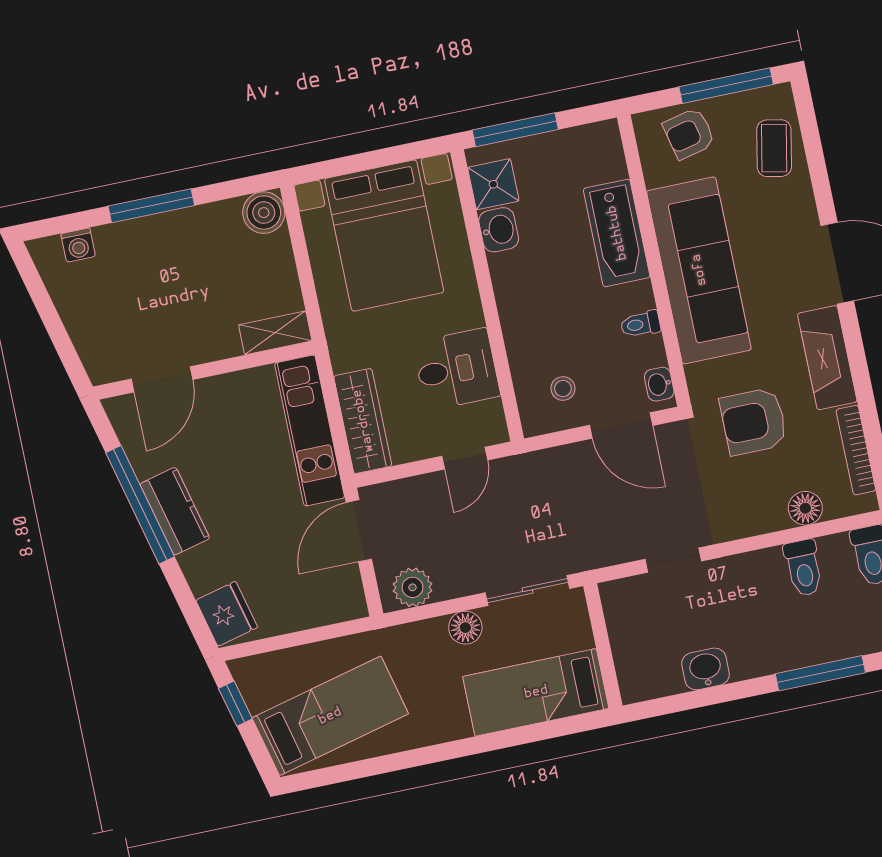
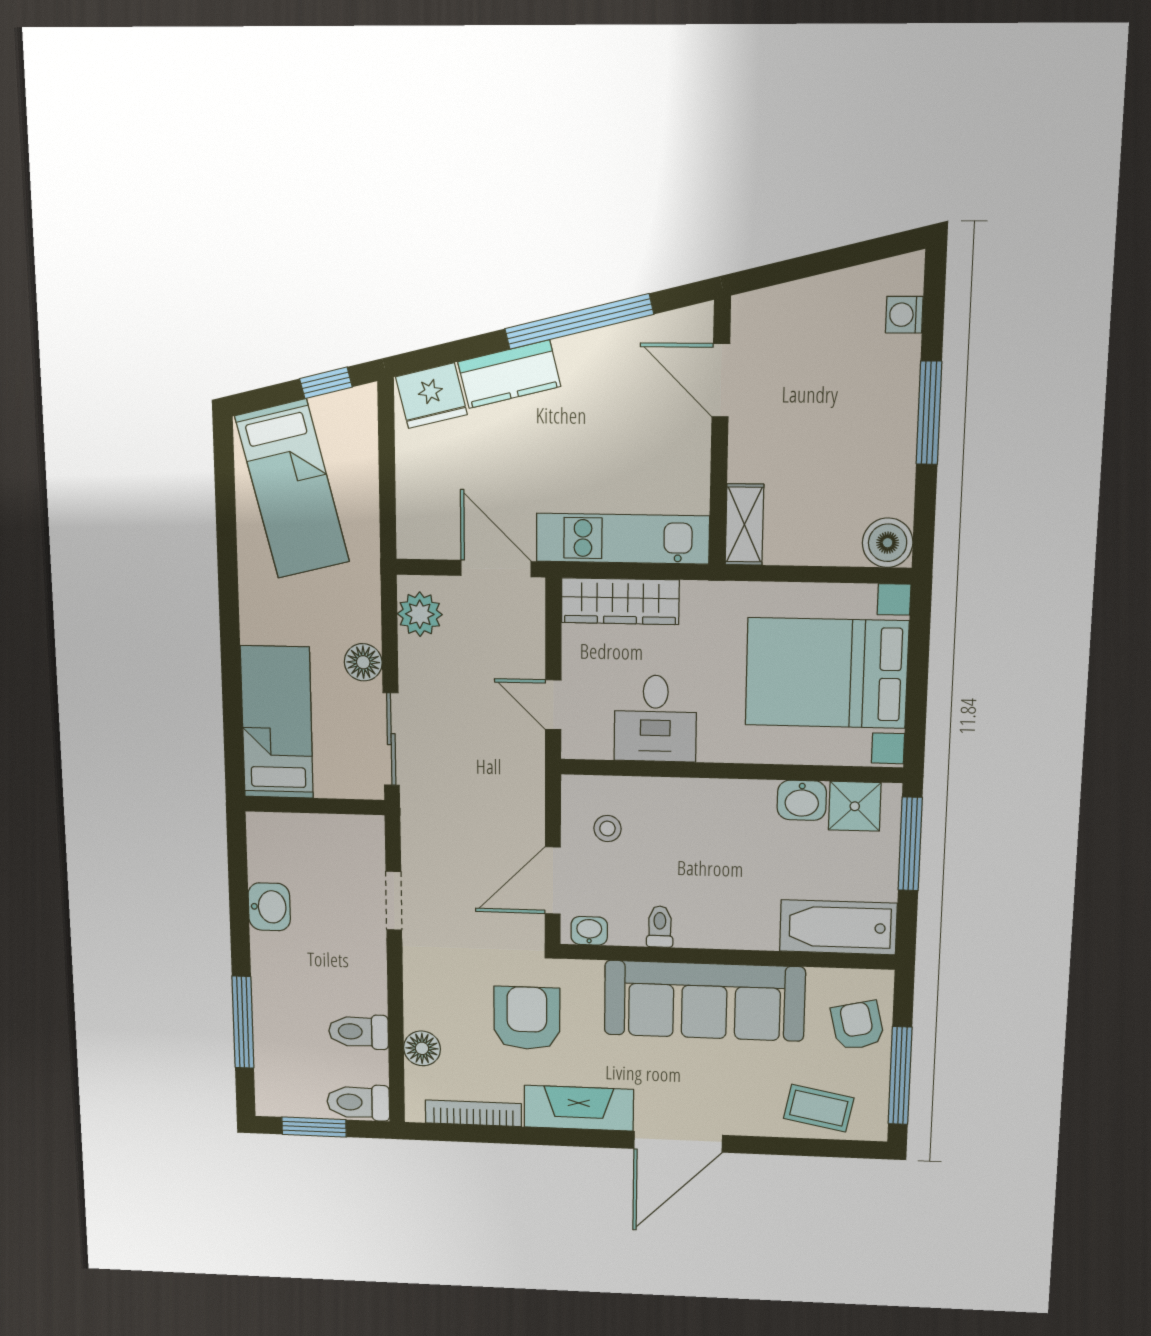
bathtub: (617, 233) -> (838, 927), moved
kitchen counter: (175, 511) -> (509, 374), moved

